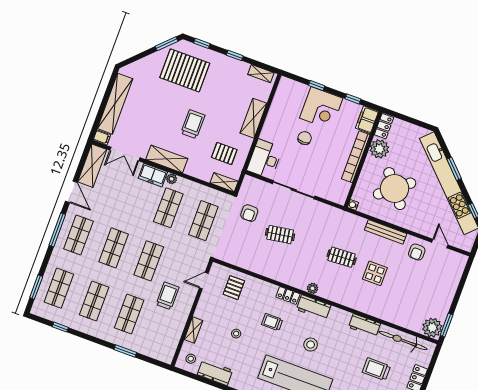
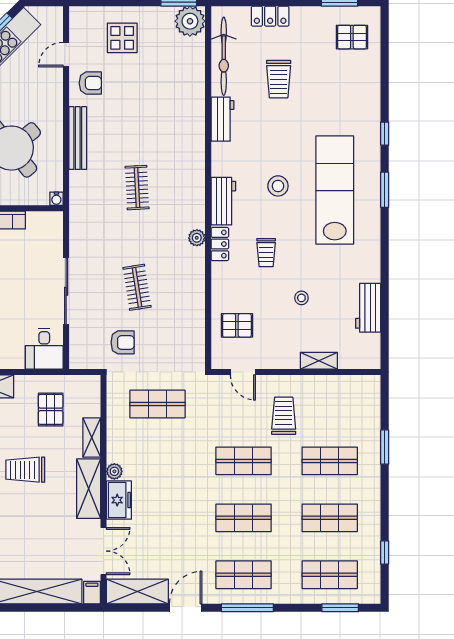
desk: (265, 159) -> (44, 349), width x0.73
shelving: (224, 182) -> (92, 438), moved
shop shelf: (168, 208) -> (157, 461), removed
display table: (375, 273) -> (122, 38), moved
plant: (313, 288) -> (197, 238), moved
trolley: (167, 296) -> (284, 416), turned 90
stool: (191, 359) -> (361, 350), removed

